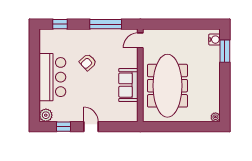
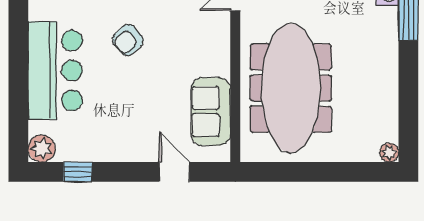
sofa: (128, 85) -> (211, 111), moved
door: (91, 127) -> (174, 172), moved

